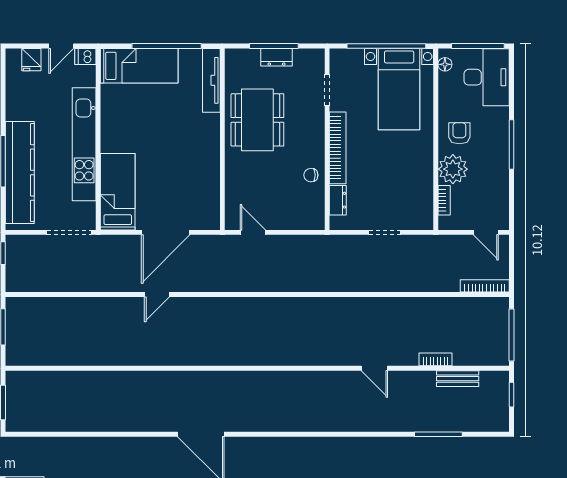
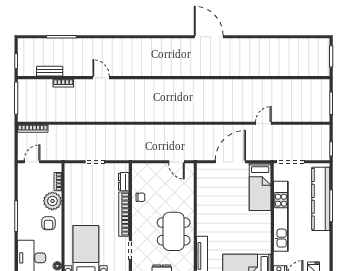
door: (486, 232) -> (32, 162), hinge flipped
door: (157, 294) -> (263, 123), moved

